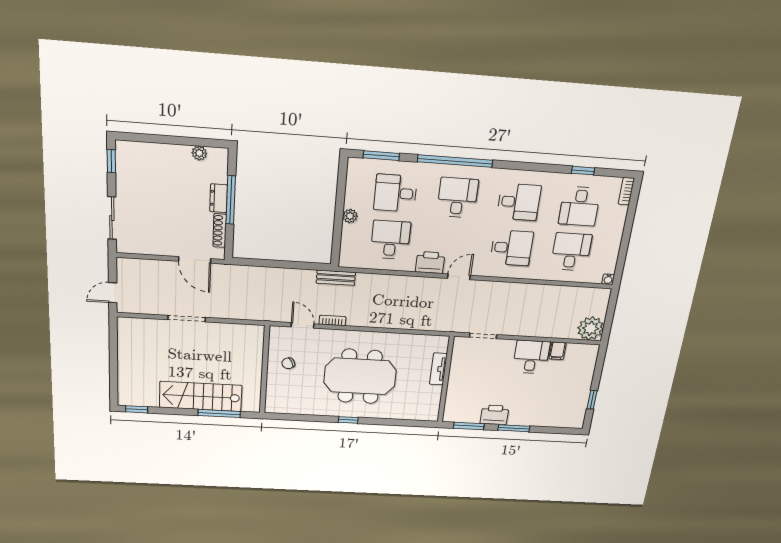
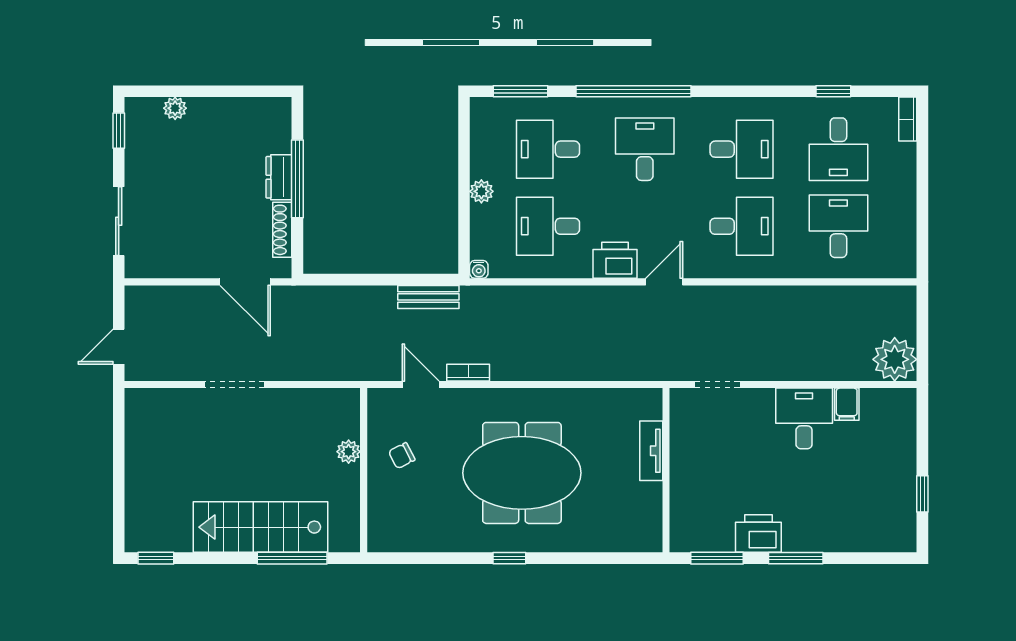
plant: (199, 153) -> (175, 108), moved
desk: (390, 240) -> (548, 226), turned -90
bench: (336, 278) -> (428, 297), moved
water cooler: (608, 279) -> (479, 269), moved
plant: (256, 359) -> (349, 452), added

